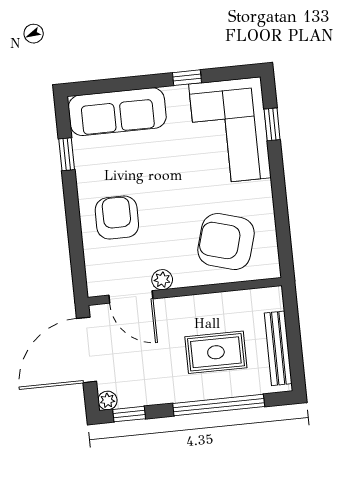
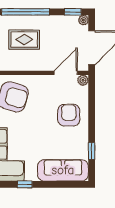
armchair: (117, 218) -> (69, 115), turned 180
plant: (162, 280) -> (83, 80), moved
door: (131, 297) -> (66, 73), hinge flipped

